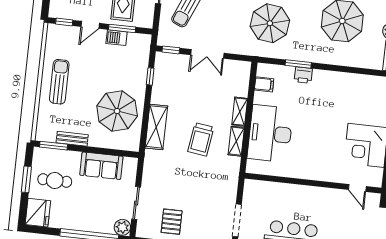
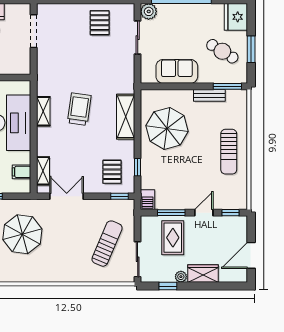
barbecue: (117, 38) -> (148, 200), moved, turned 90
double door: (207, 54) -> (67, 196), moved
pallet: (176, 75) -> (112, 172), added
shelving: (240, 112) -> (43, 171), moved
cafe table: (55, 180) -> (222, 51), turned 32

